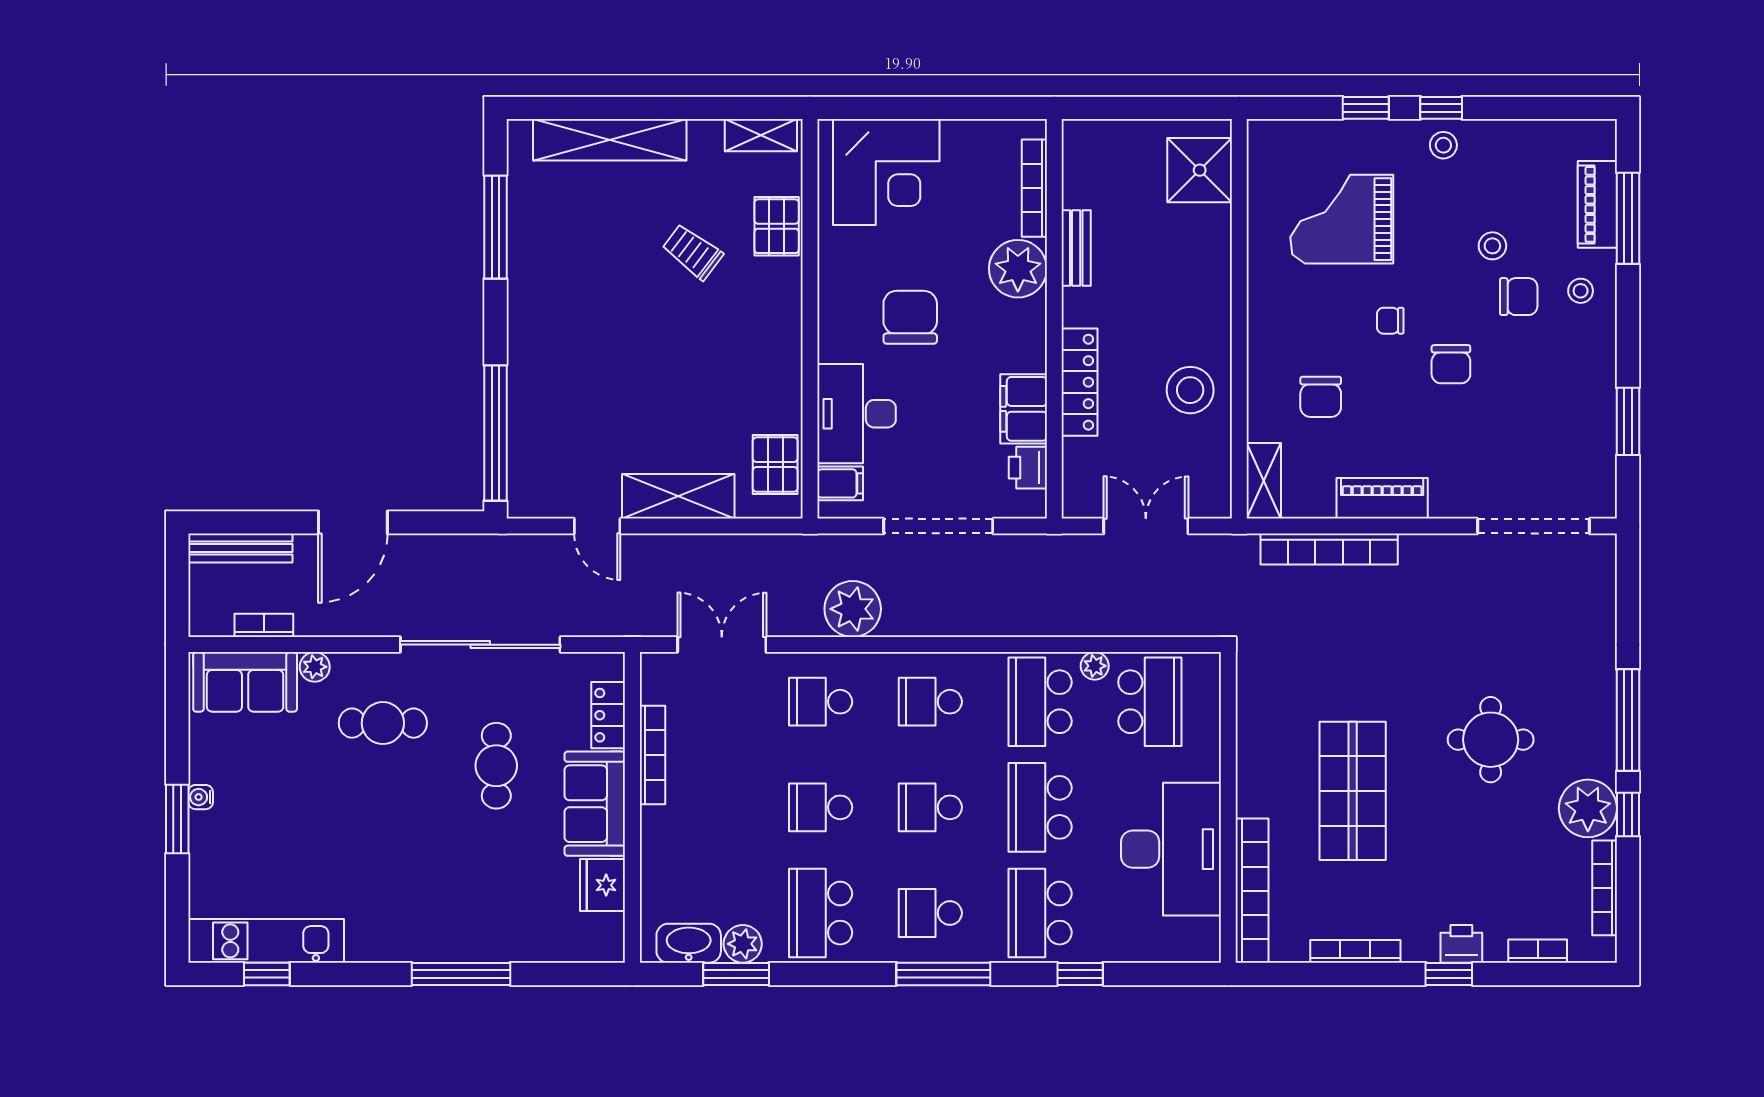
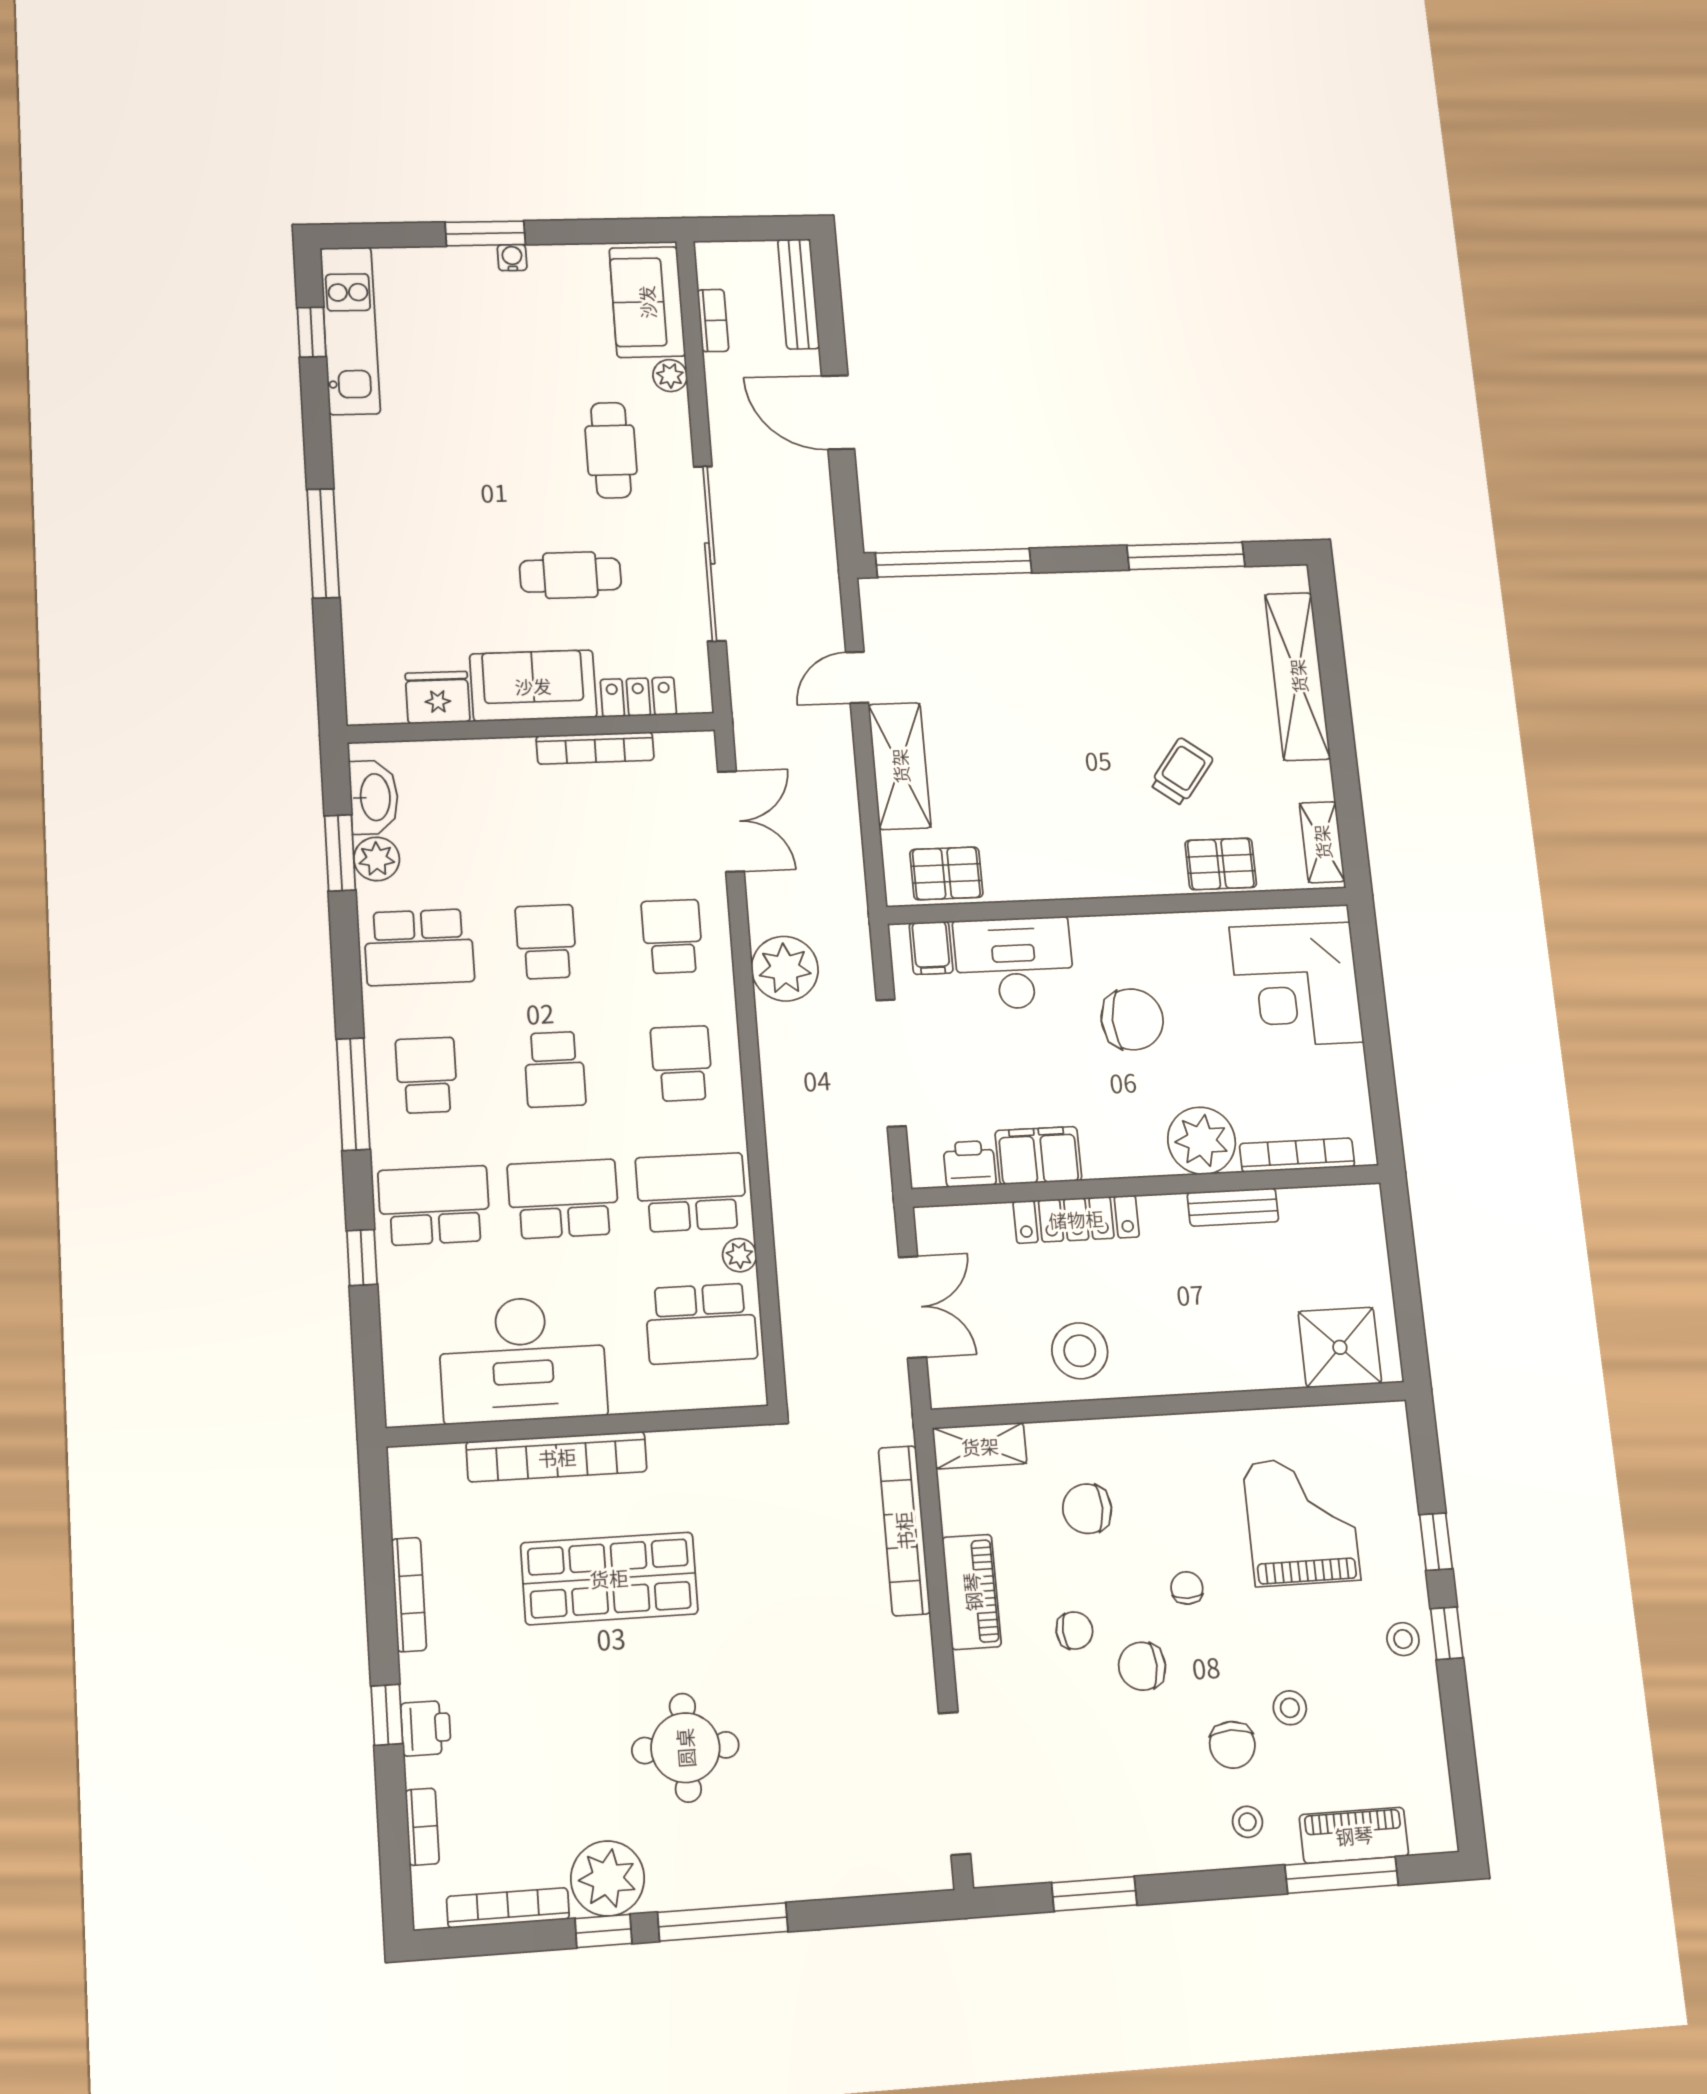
chair: (1419, 417) -> (1074, 1631), added
school desk: (930, 807) -> (555, 1069), turned 180
bookcase: (1252, 891) -> (557, 1457), moved
school desk: (821, 913) -> (419, 947), turned 180

